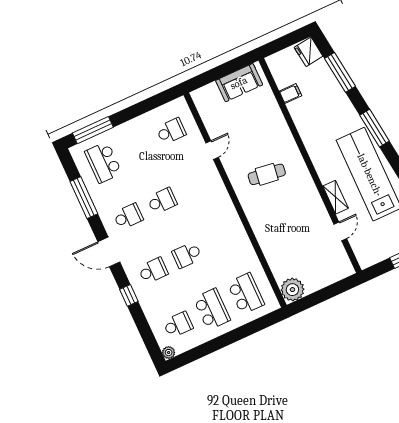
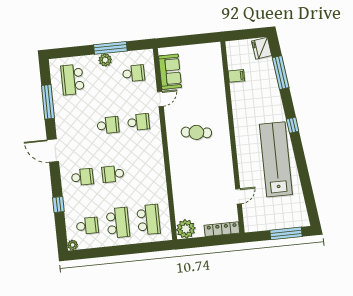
sofa: (239, 83) -> (170, 72), moved, turned -90
plant: (133, 127) -> (105, 60), added
window: (375, 128) -> (293, 125), width x0.46
window: (93, 130) -> (110, 48), moved
shelving: (336, 197) -> (244, 169), removed
school desk: (128, 216) -> (138, 122), moved
locker: (334, 276) -> (222, 229), added
window: (129, 295) -> (58, 205), moved

